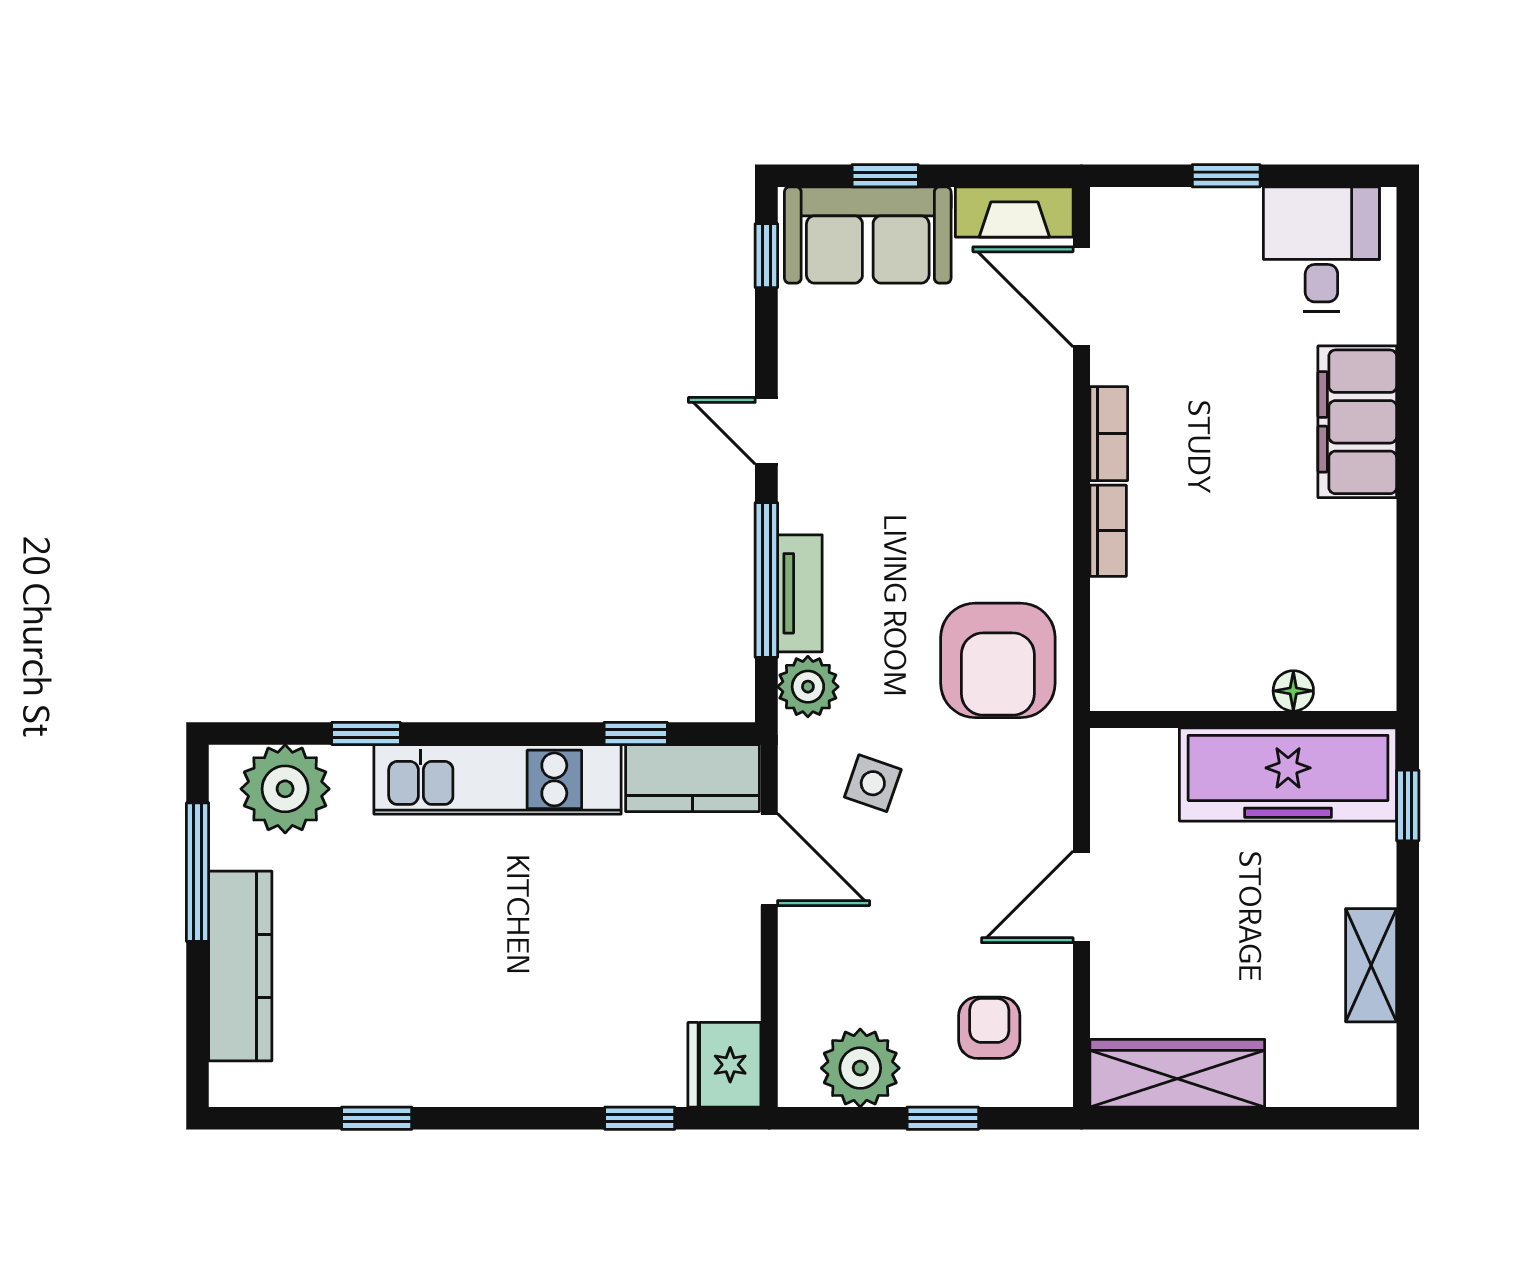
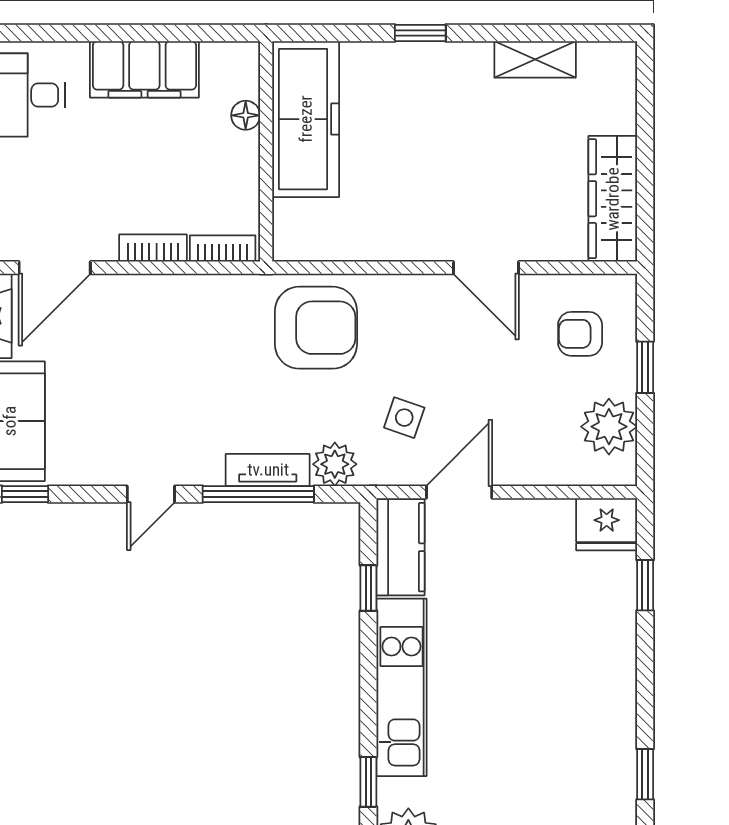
floor lamp: (1293, 691) -> (246, 115), moved
wall: (1243, 719) -> (266, 151), moved
freezer: (1288, 774) -> (306, 119), moved

